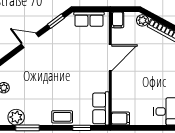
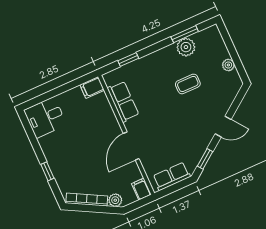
row of seats: (101, 108) -> (123, 102), moved
plant: (16, 117) -> (186, 47), moved
coffee table: (62, 117) -> (188, 84), moved

